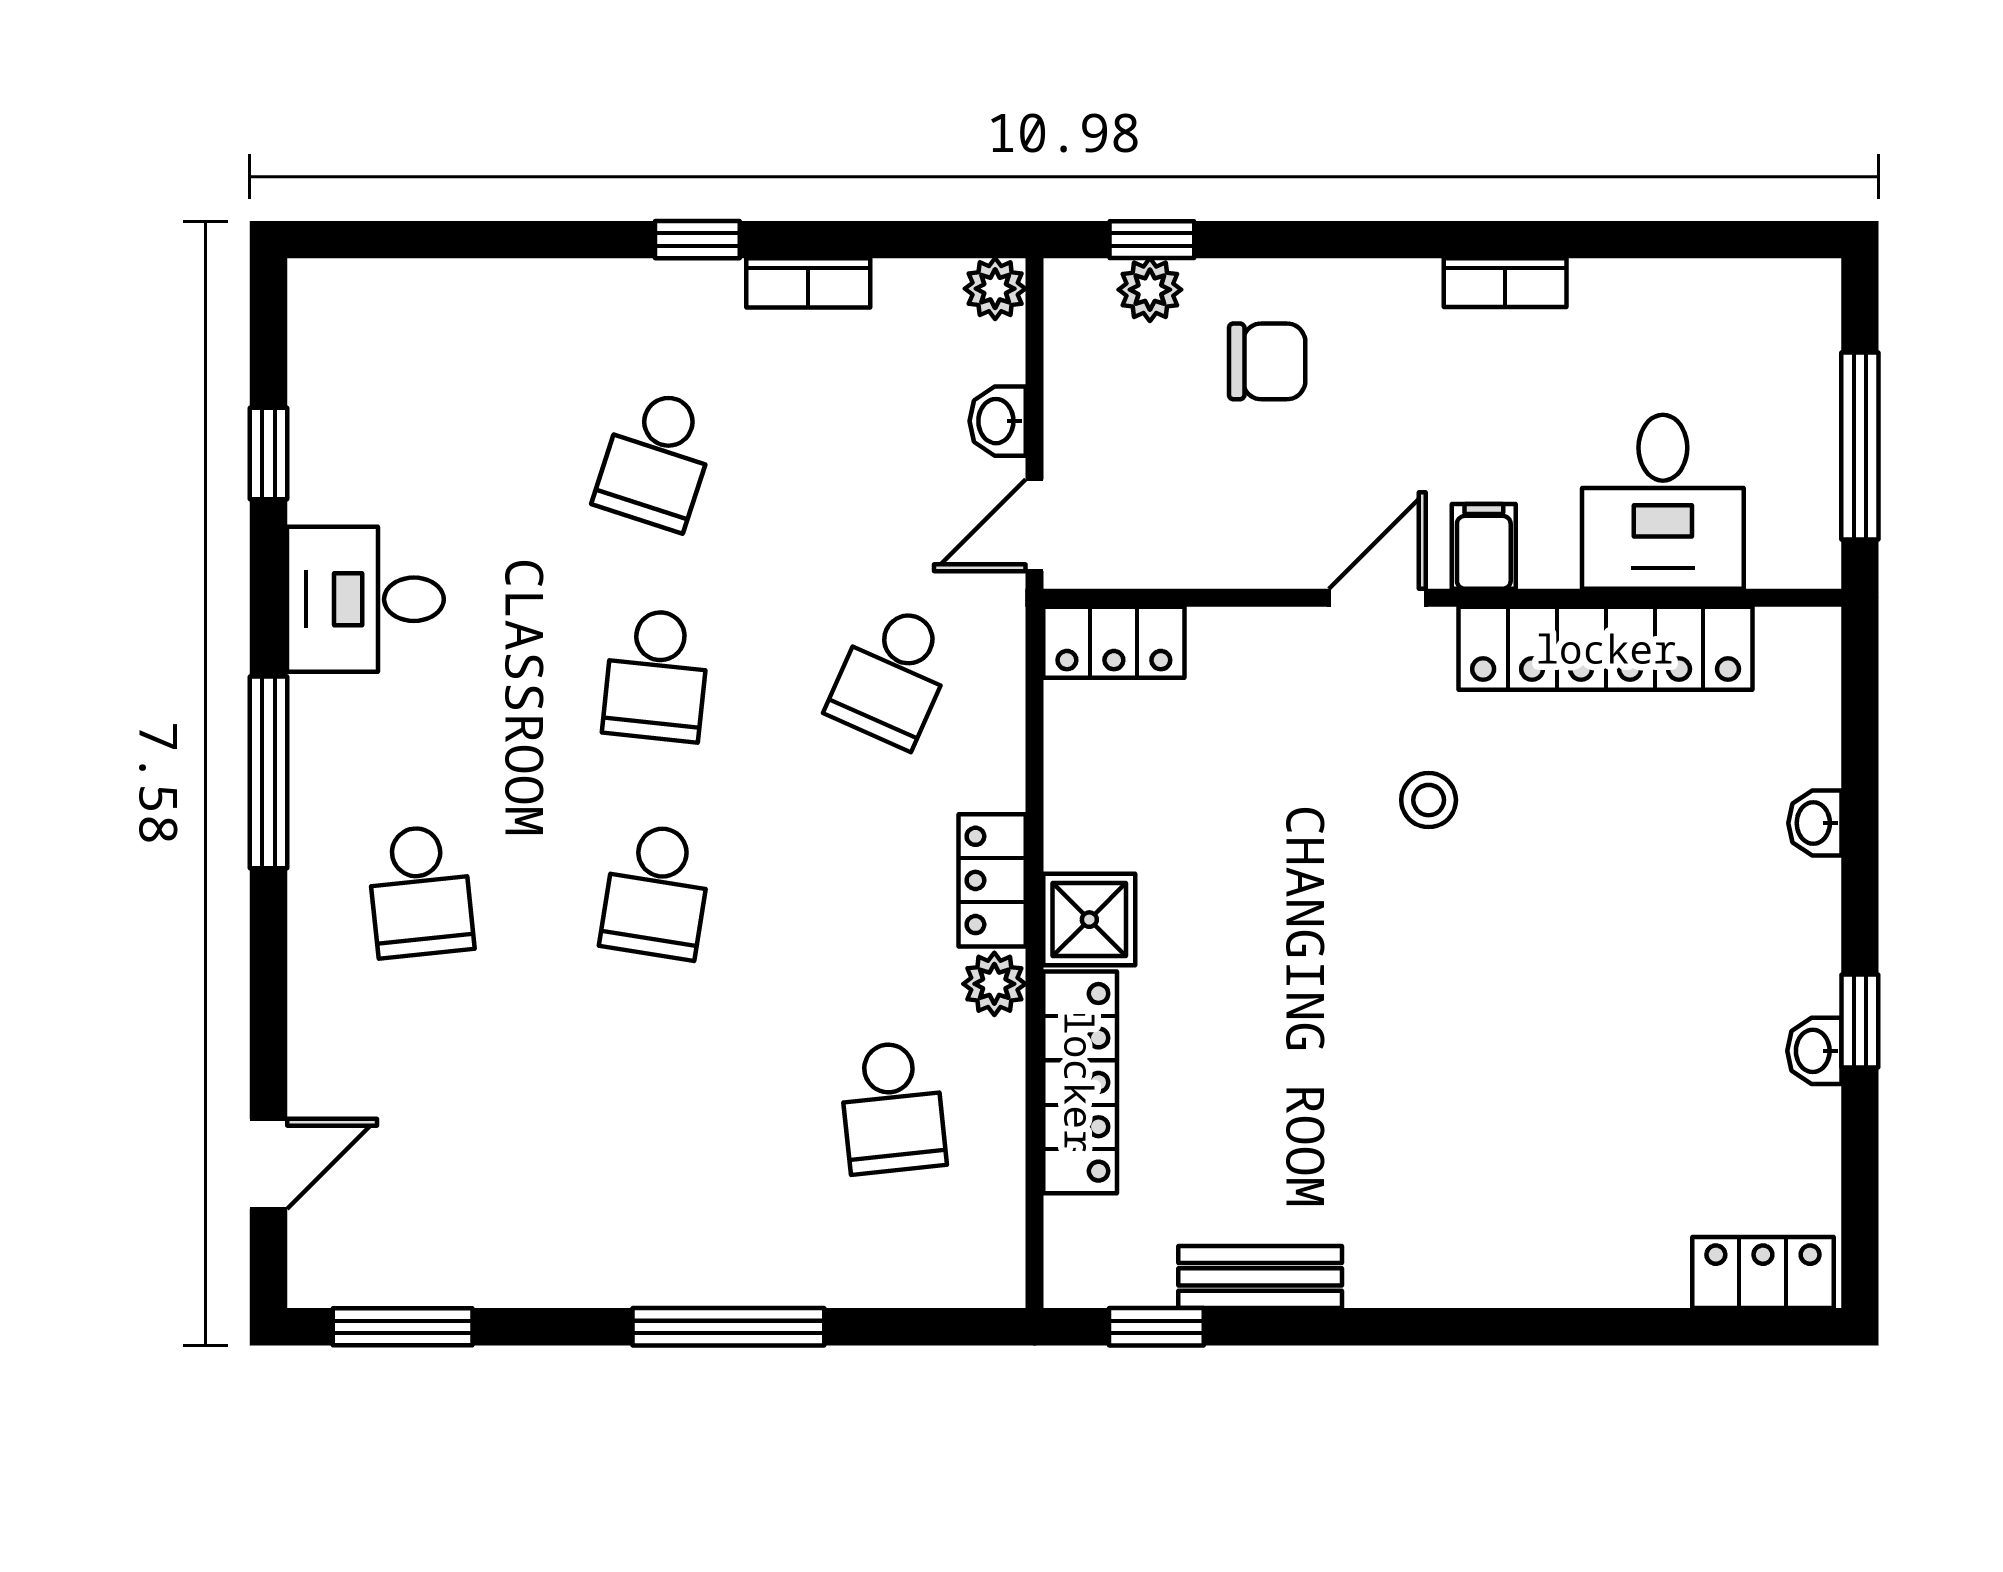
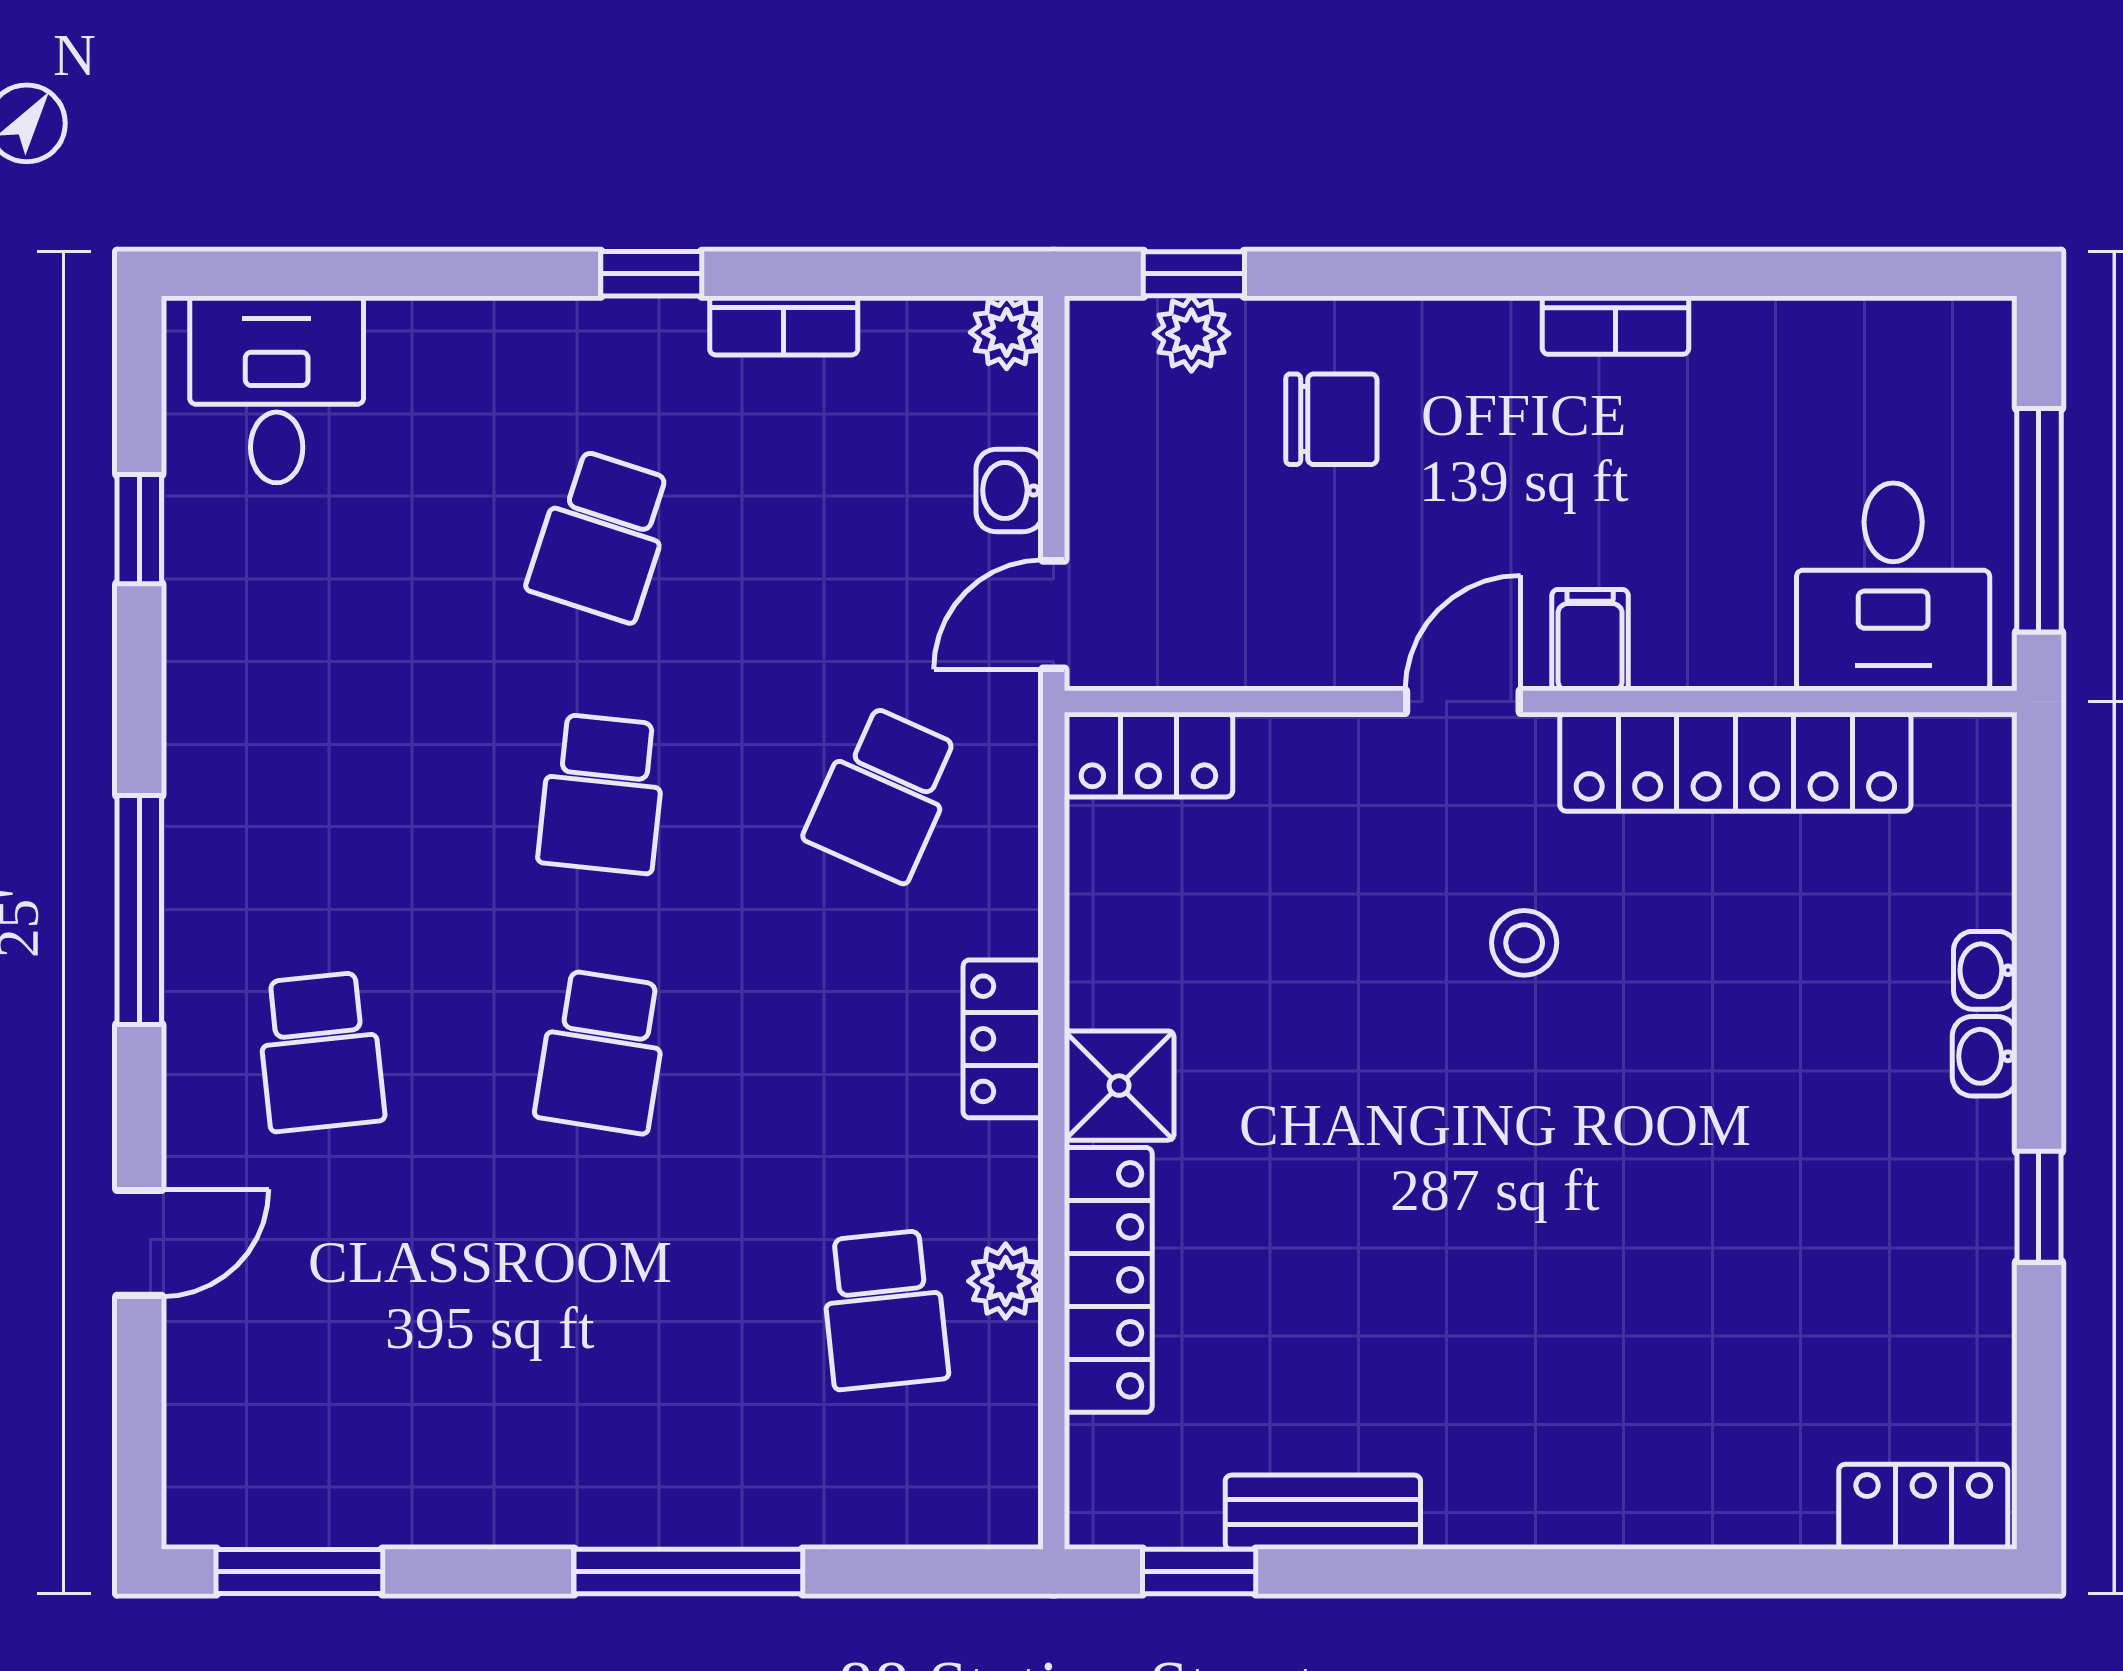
desk: (1663, 502) -> (1893, 587), moved
desk: (365, 599) -> (277, 389), moved, turned 90
plant: (994, 984) -> (1006, 1281), moved
washbasin: (1814, 1051) -> (1985, 1056), moved
door: (268, 1164) -> (139, 1243), moved

